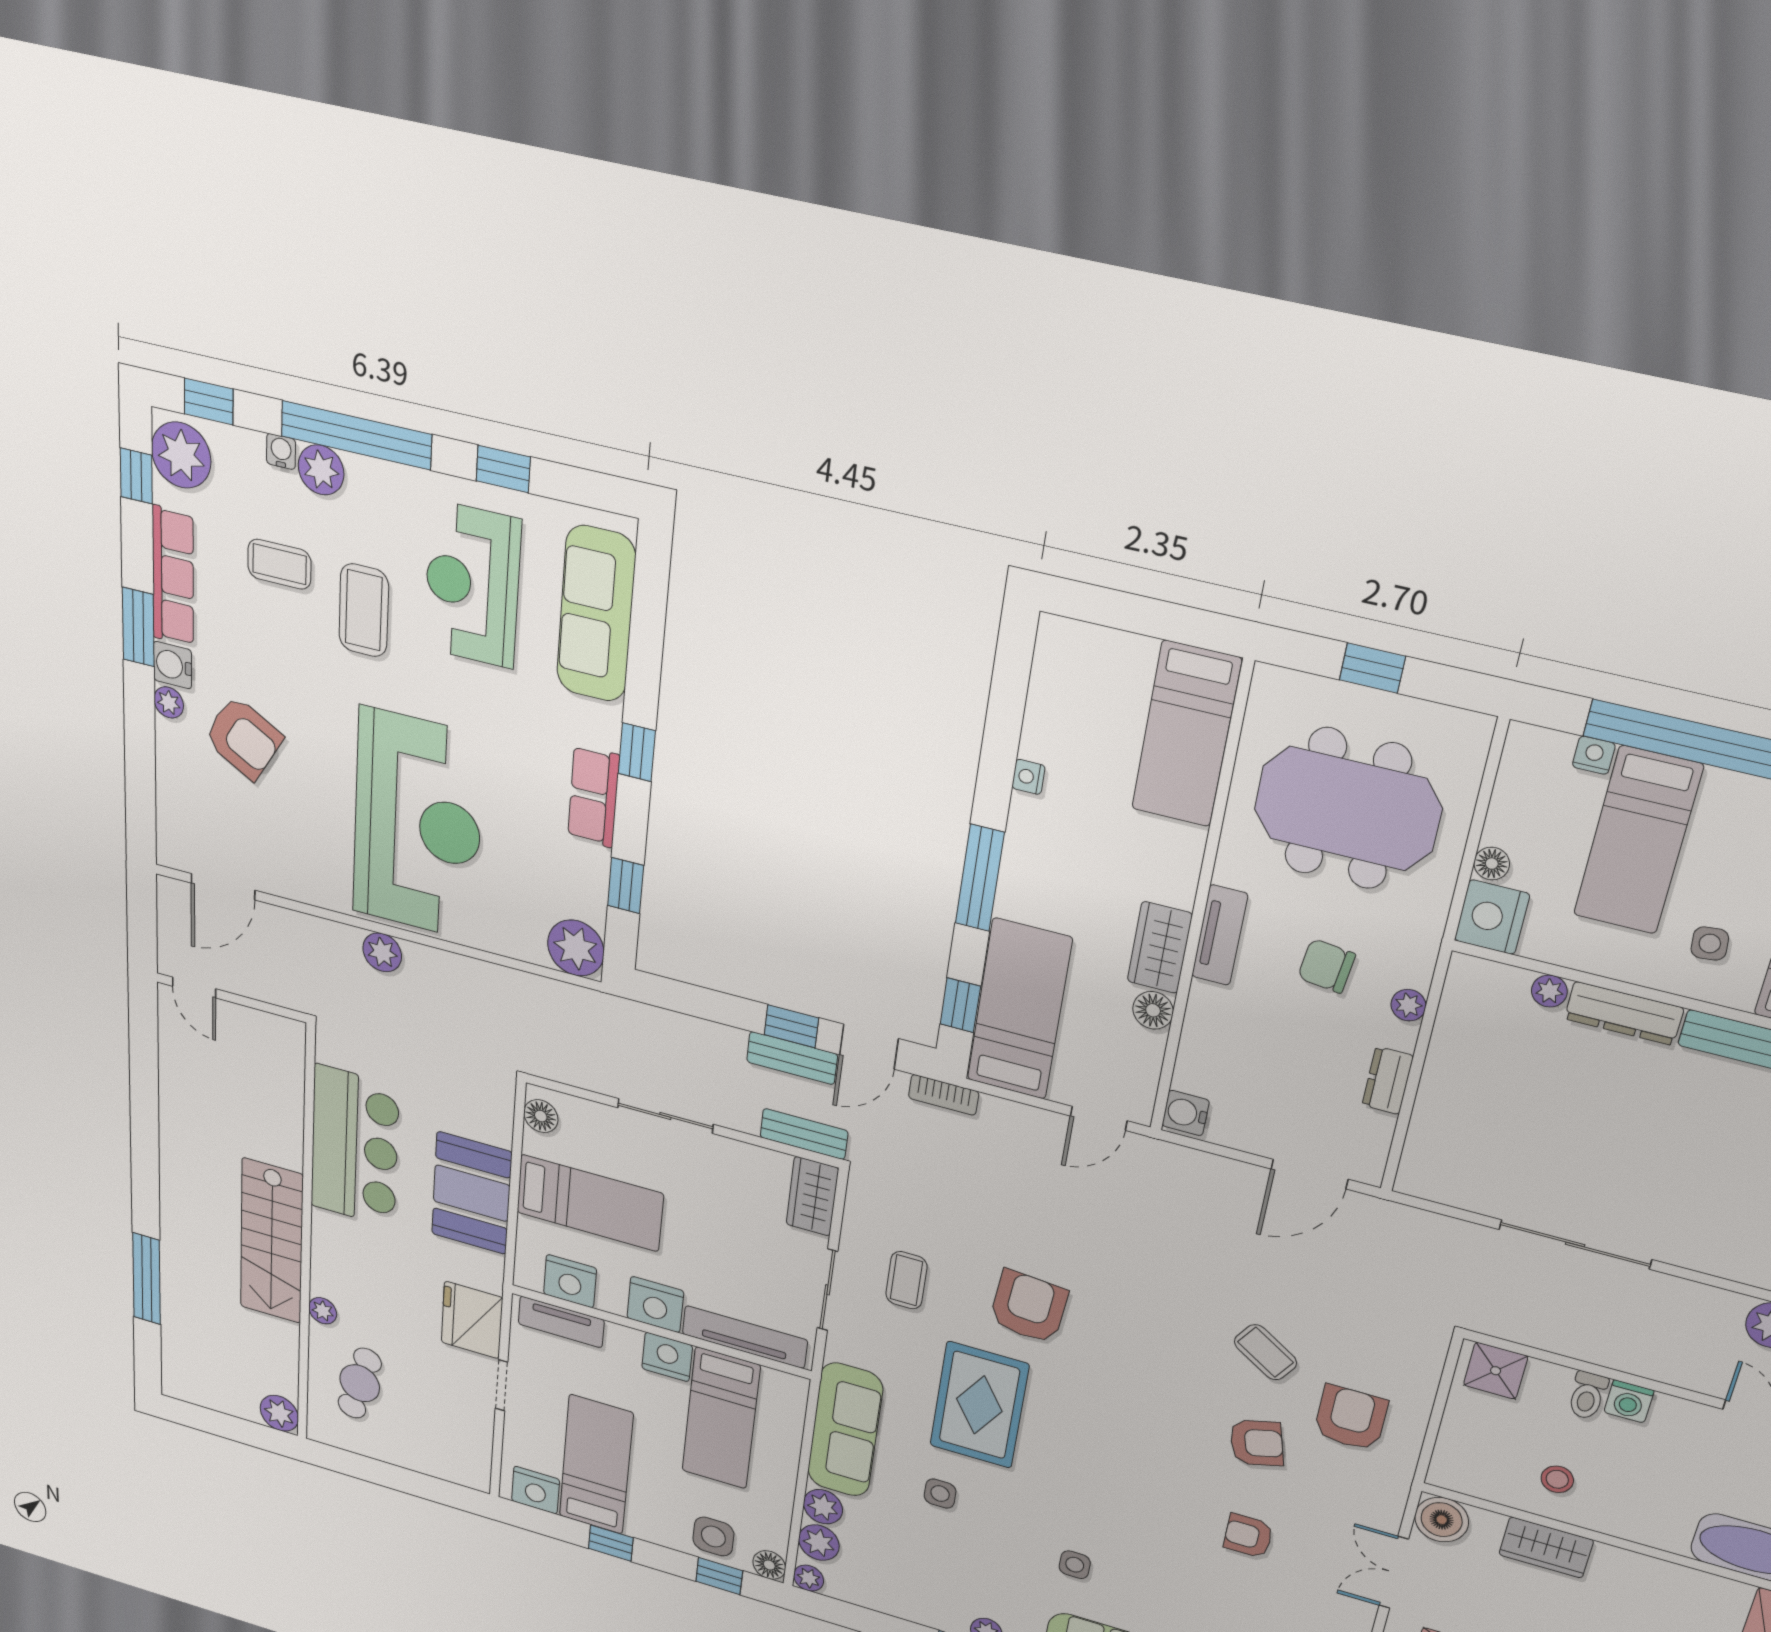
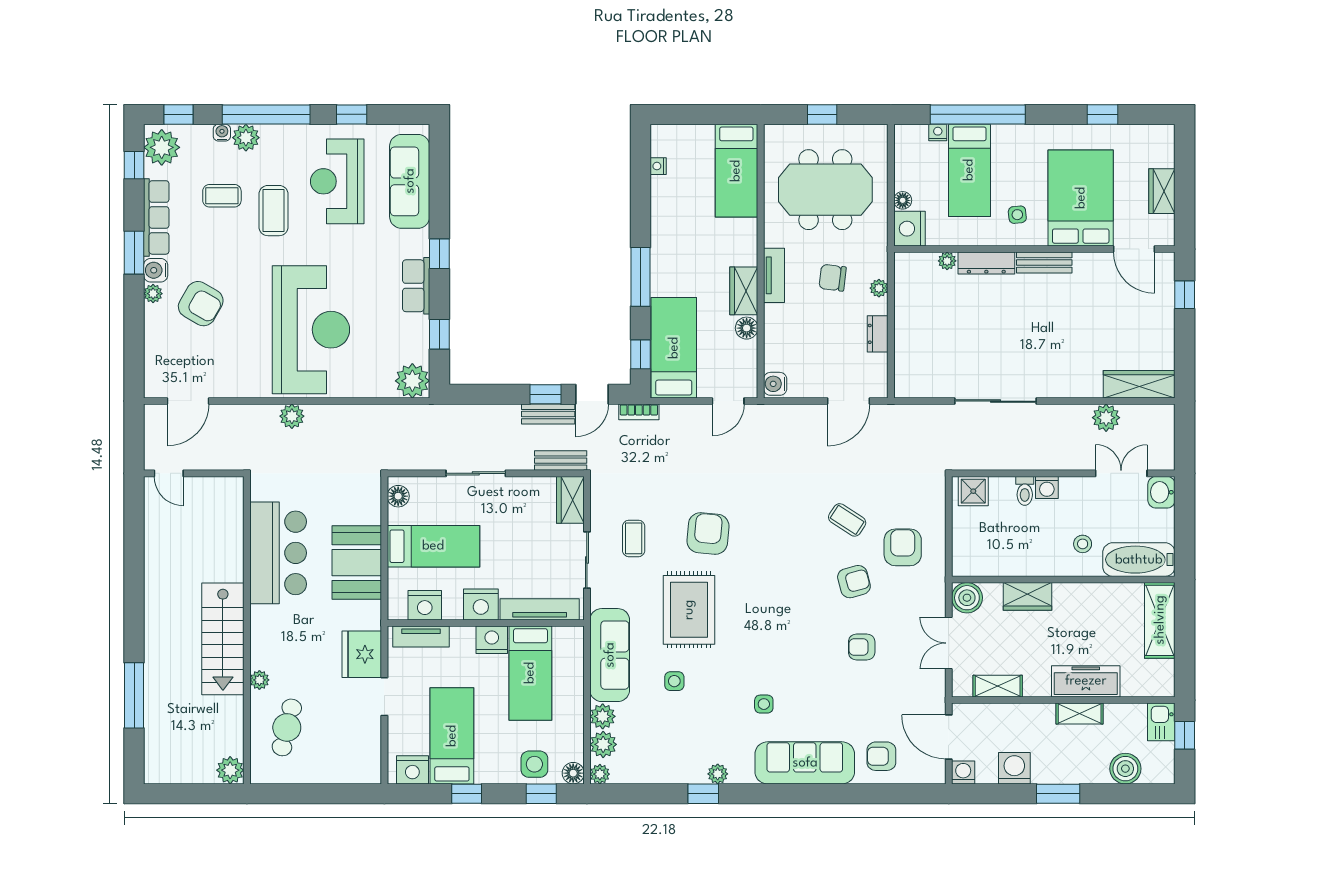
nightstand: (1028, 777) -> (658, 166), moved
stool: (1557, 1479) -> (1083, 544), moved

